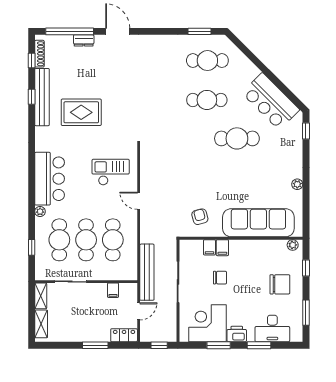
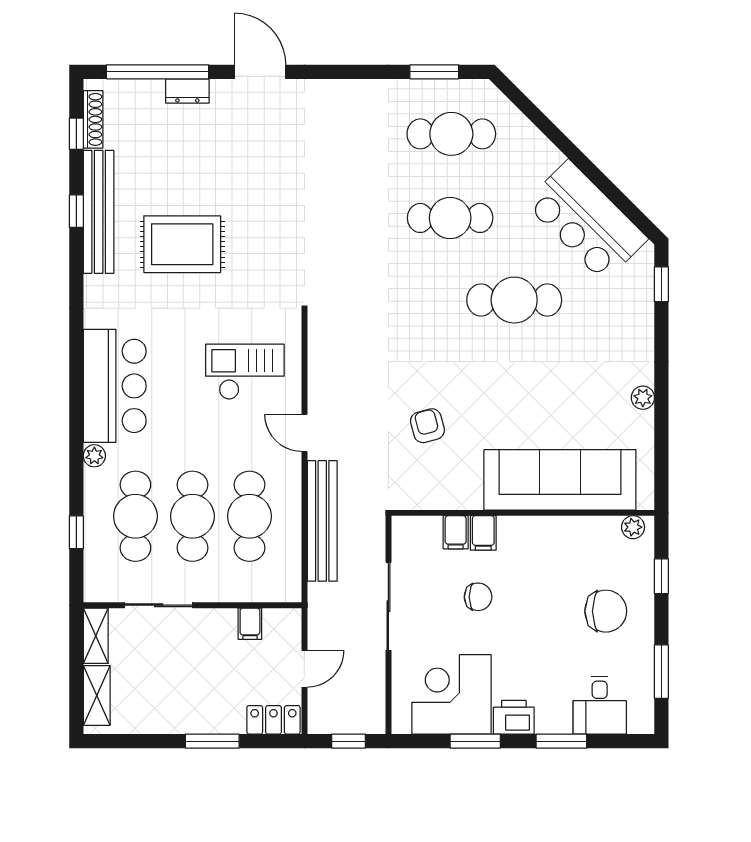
armchair: (200, 217) -> (427, 426), moved
bench: (147, 272) -> (322, 521), moved
desk: (272, 329) -> (600, 705), width x0.73

